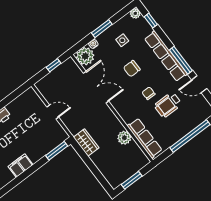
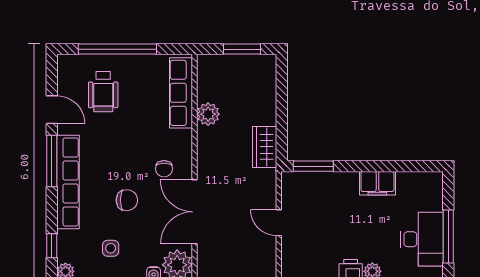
chair: (149, 93) -> (164, 169), moved
wheelchair: (168, 105) -> (103, 92), moved, turned 90

